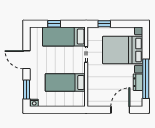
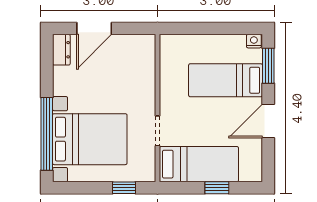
door: (26, 60) -> (268, 121), swing flipped
window: (146, 79) -> (47, 134), moved
dresser: (138, 82) -> (61, 50), moved
bed: (65, 83) -> (226, 80), moved, turned 180

